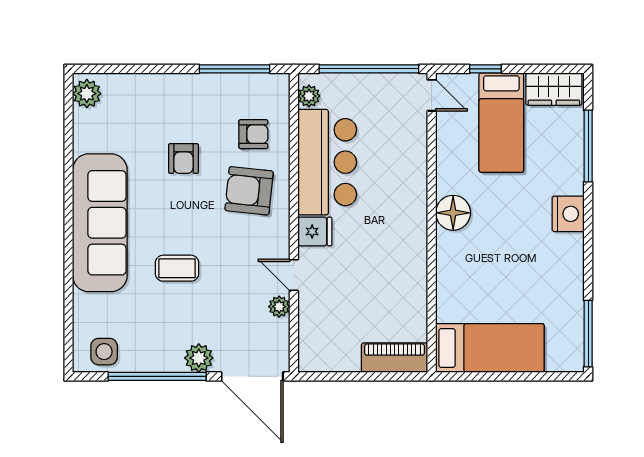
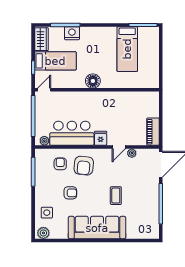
nightstand: (568, 214) -> (72, 33), moved
bed: (490, 348) -> (127, 49), moved, turned 180
side table: (104, 352) -> (47, 213), moved
plant: (199, 358) -> (153, 186), removed
piano: (395, 358) -> (153, 132), moved

